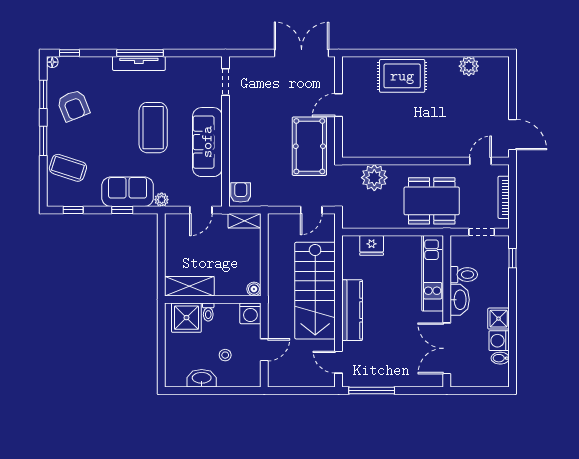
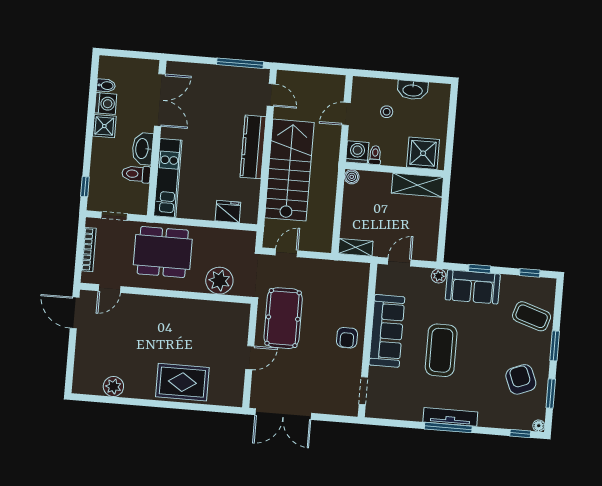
armchair: (241, 192) -> (347, 338), moved
toilet: (208, 312) -> (375, 155), moved

